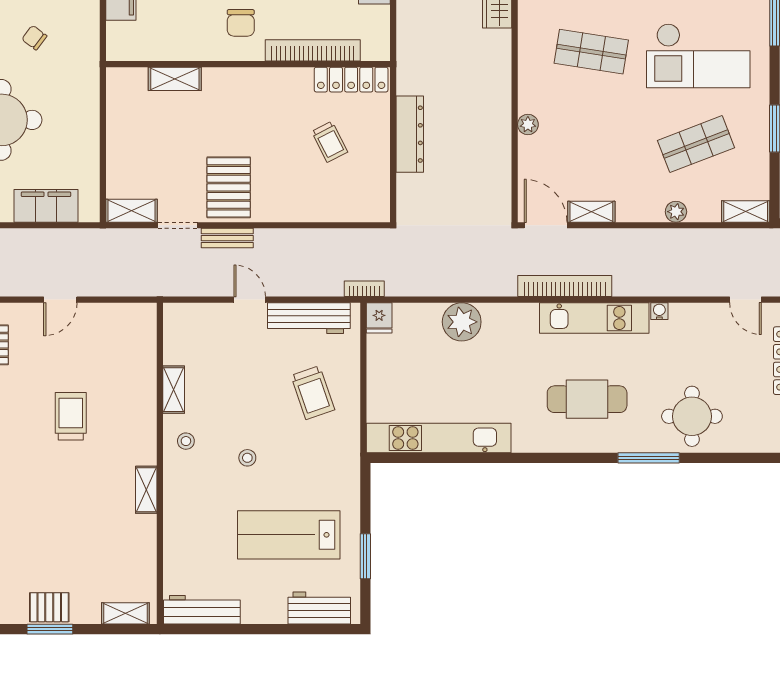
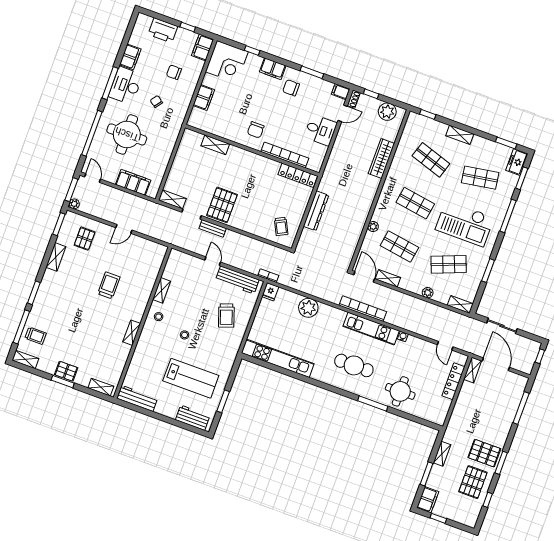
trolley: (330, 142) -> (281, 226), moved
shop shelf: (591, 144) -> (399, 246), added
lab bench: (289, 535) -> (191, 378), turned 180

